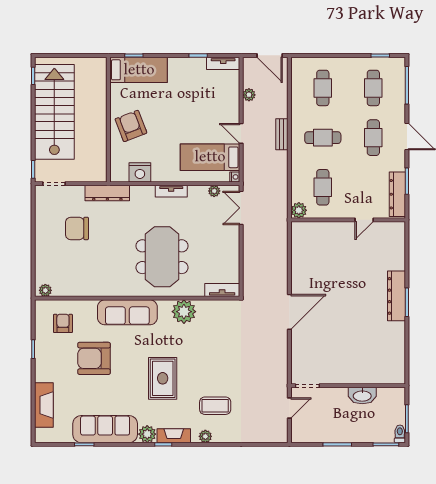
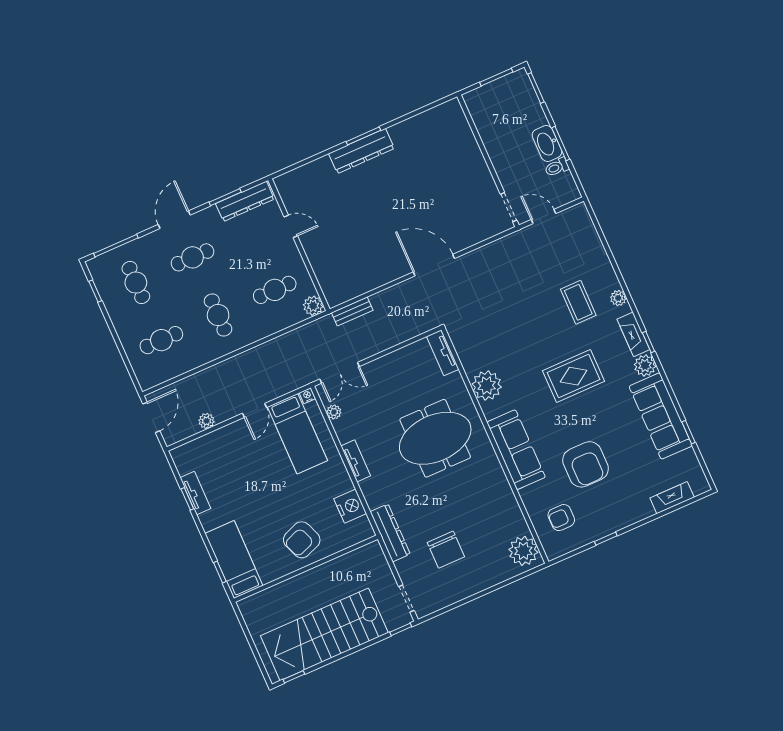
tv unit: (223, 63) -> (195, 493), moved
cafe table: (373, 88) -> (136, 283), turned 90
bench: (282, 134) -> (352, 311), moved
plant: (45, 290) -> (523, 551), width x1.88, depth x1.88
washbasin: (362, 396) -> (547, 143), moved, turned 180
fireplace: (44, 405) -> (672, 498), width x0.73, depth x0.76
toilet: (400, 434) -> (557, 167), moved

